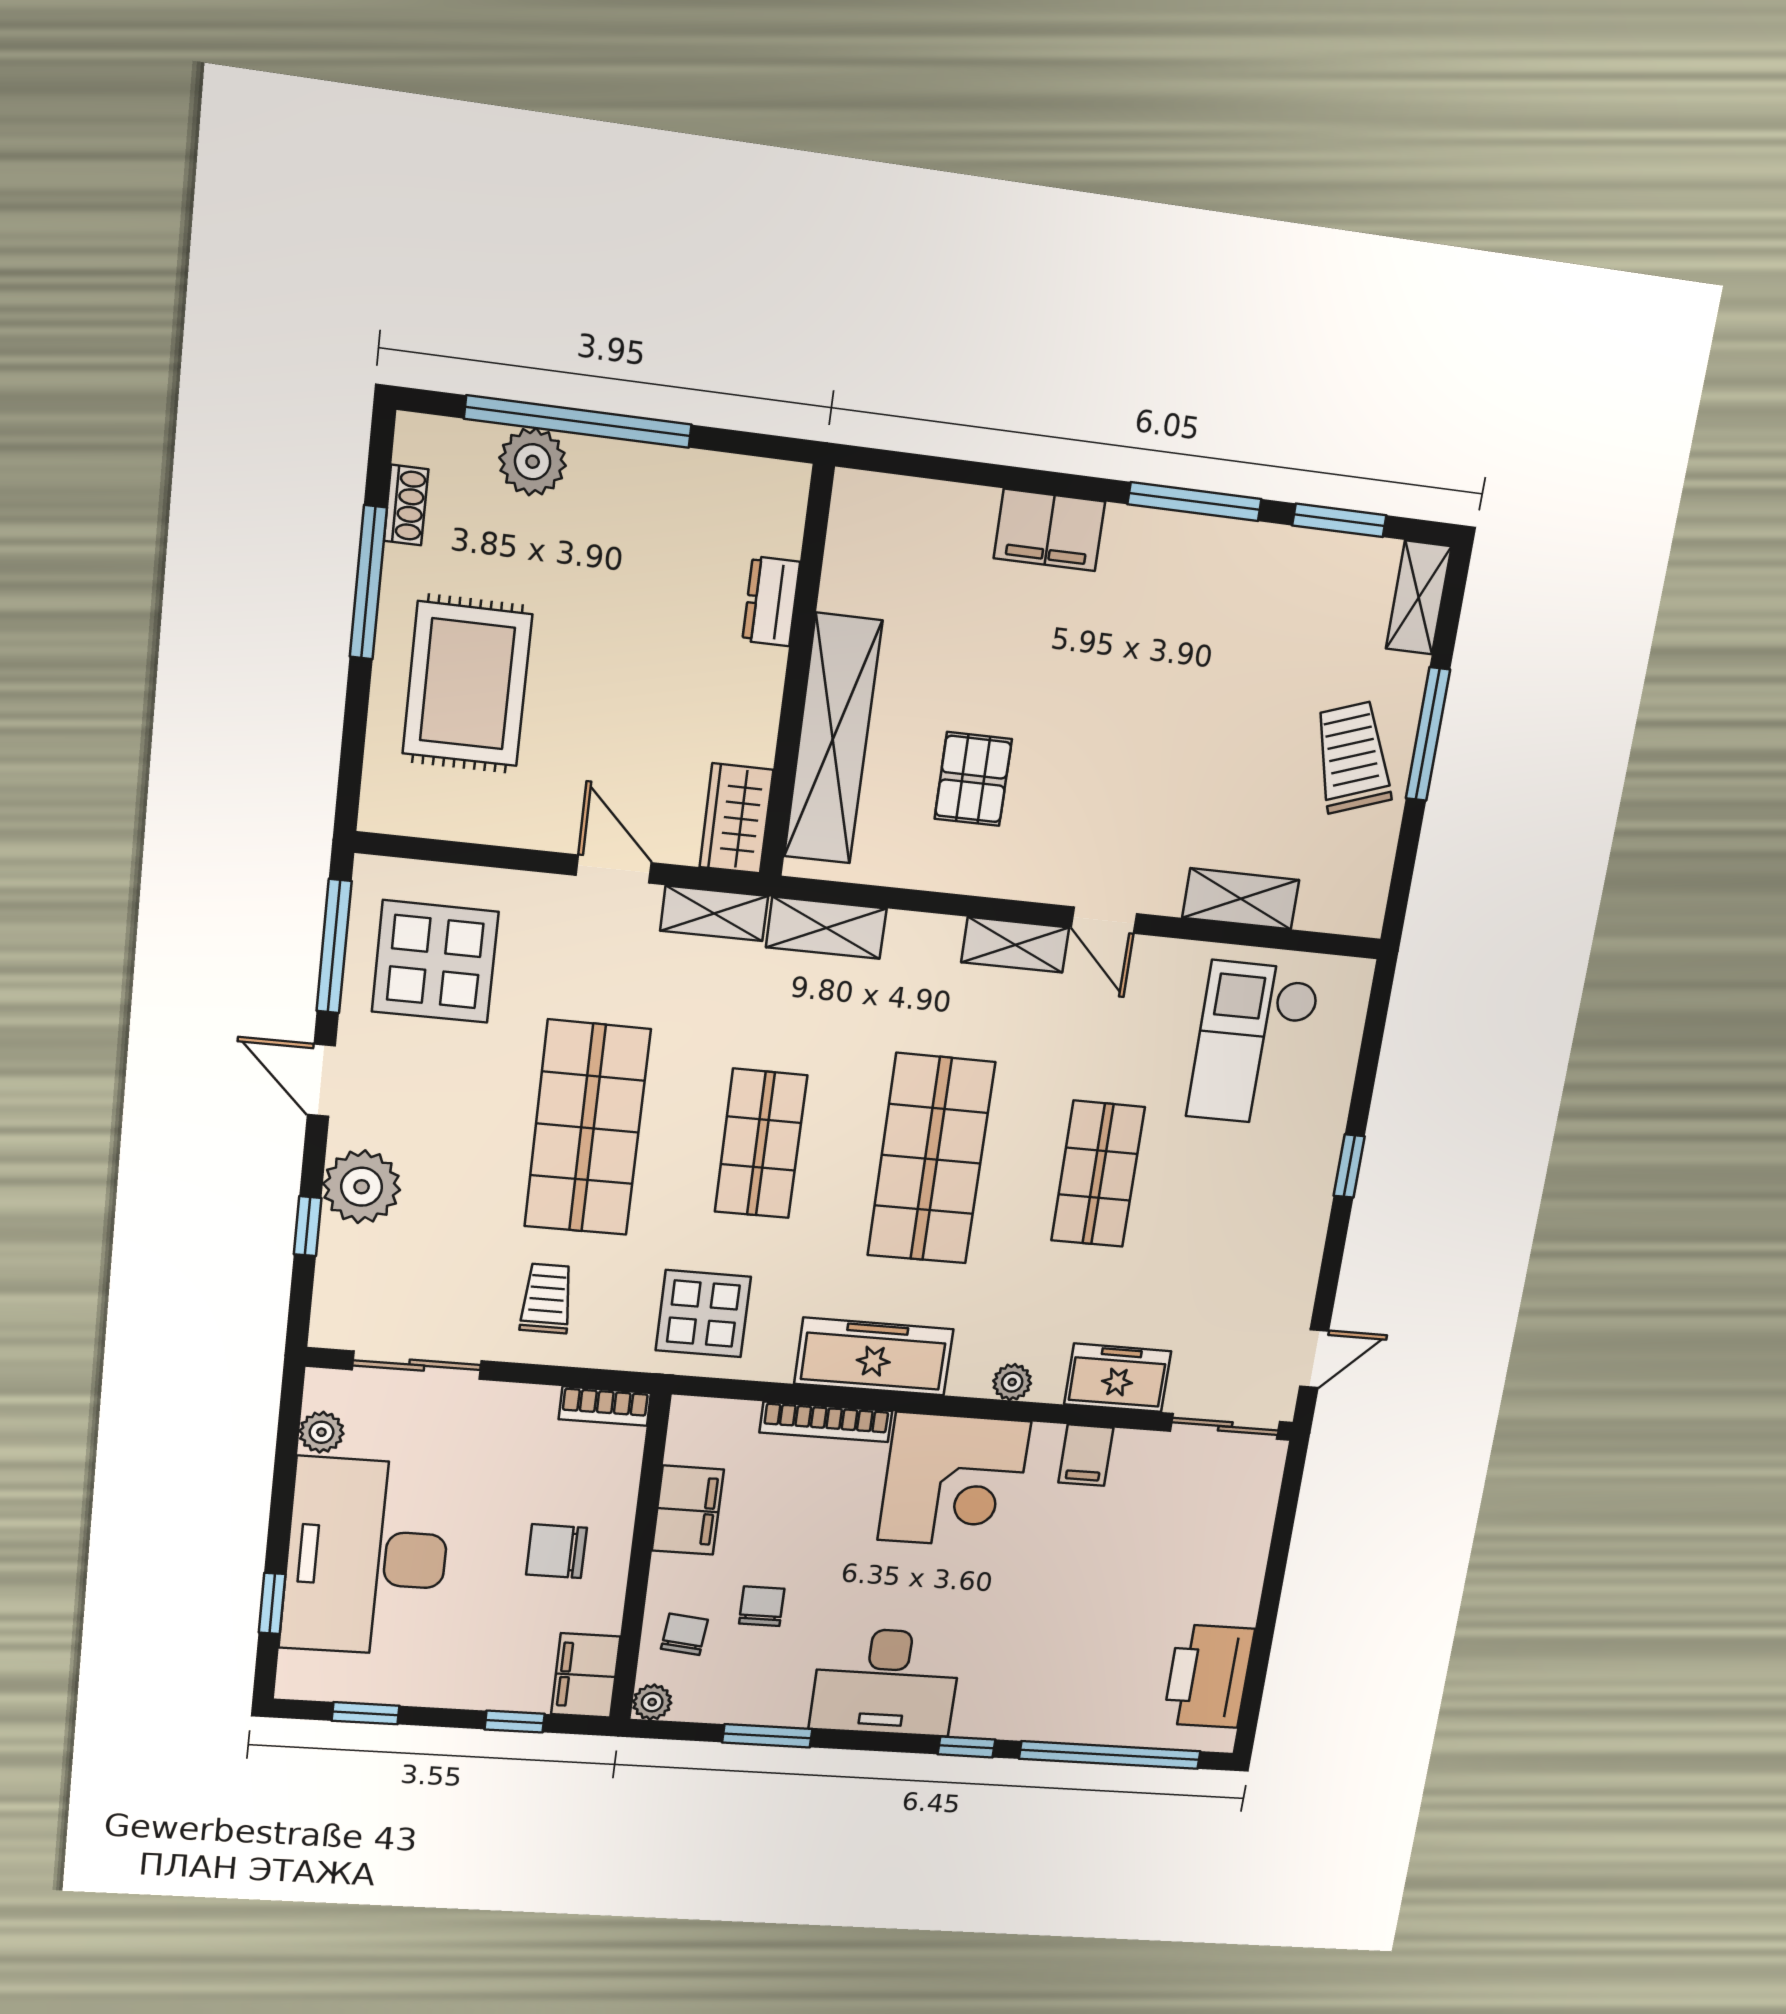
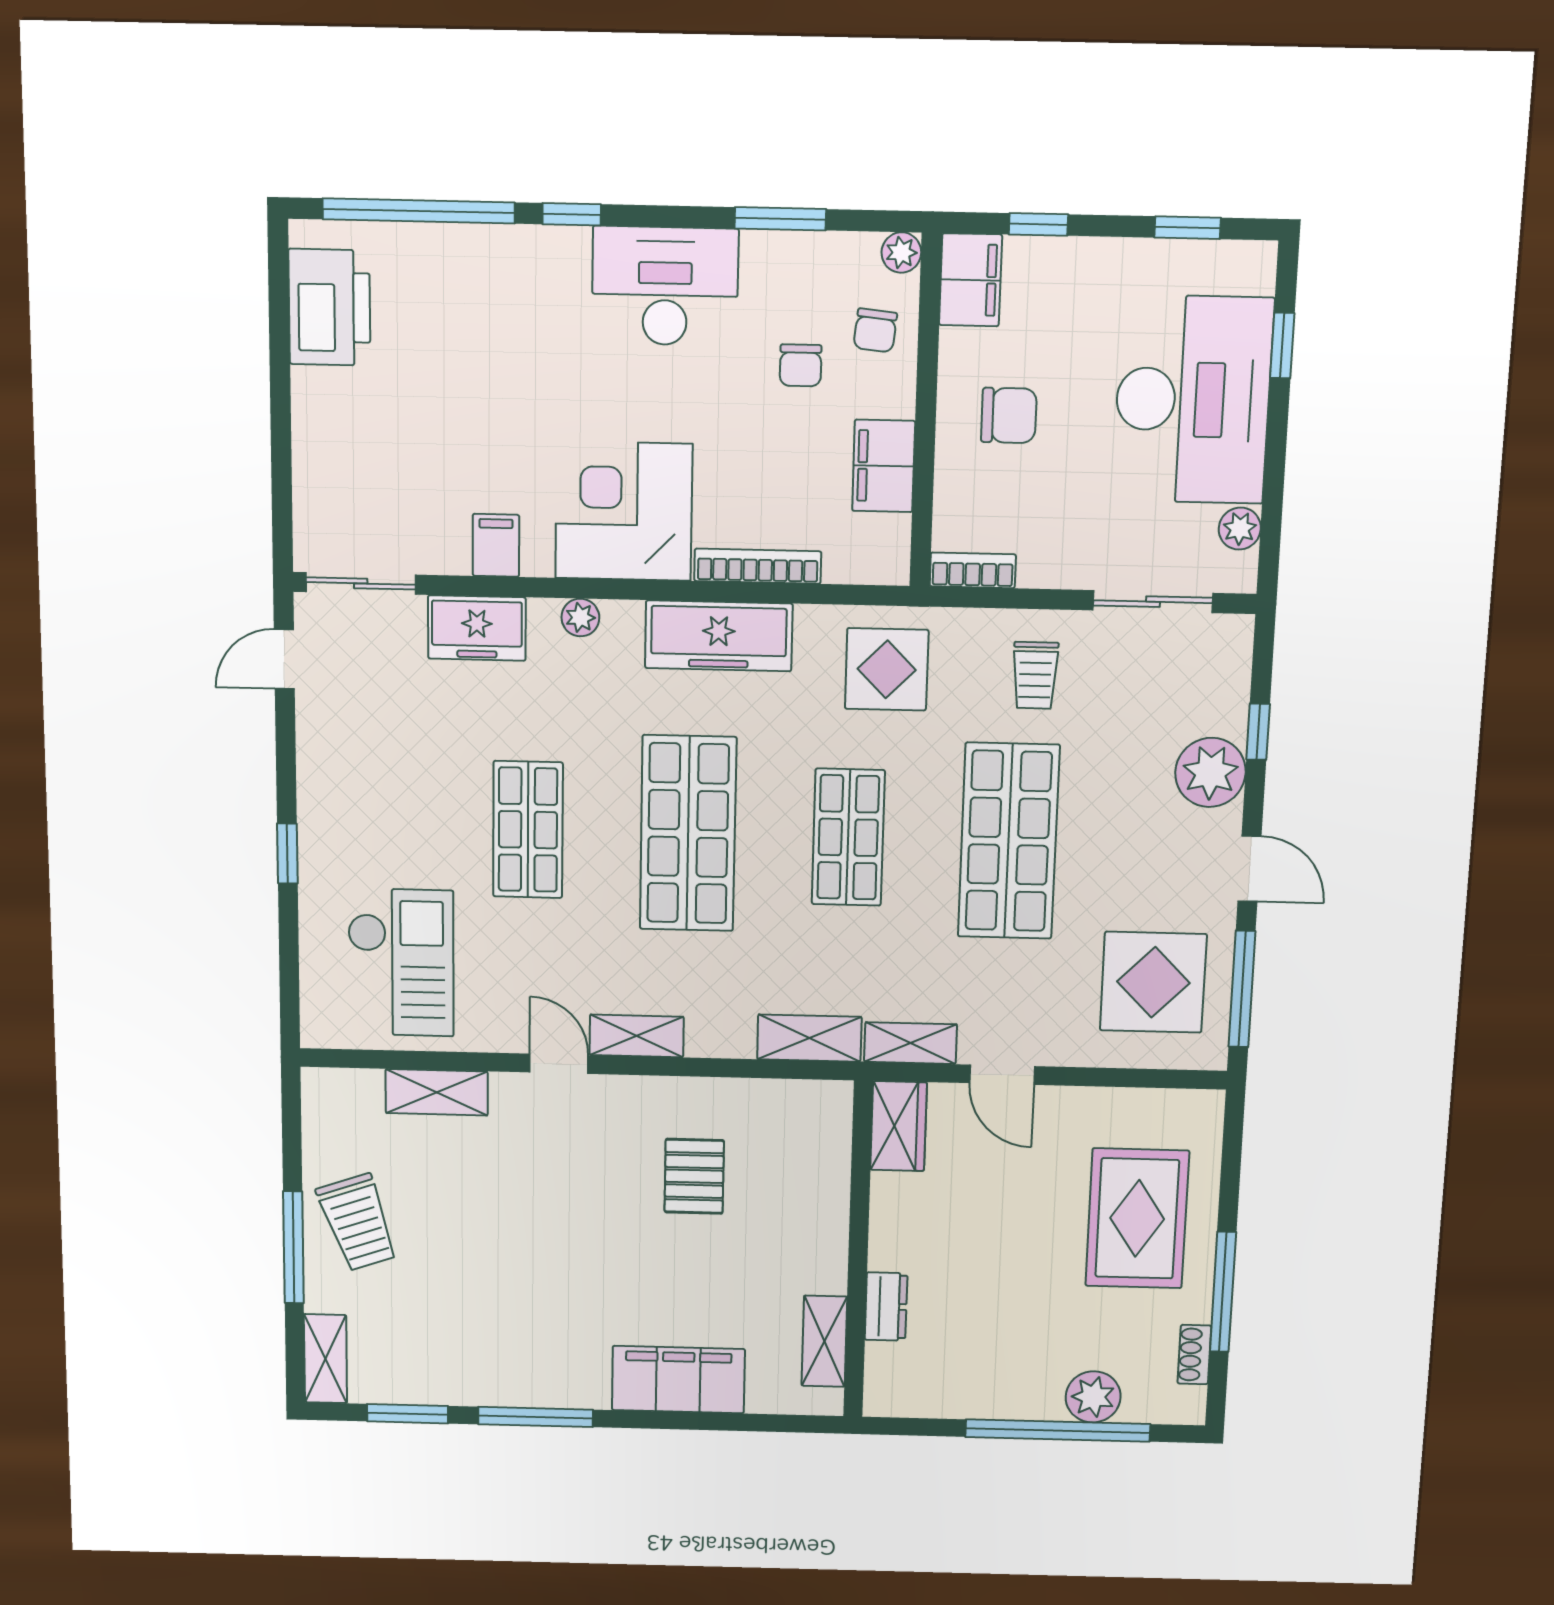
filing cabinet: (1049, 530) -> (678, 1380), width x1.50, depth x1.17
shelving: (833, 739) -> (824, 1341), moved, width x0.45, depth x0.75

